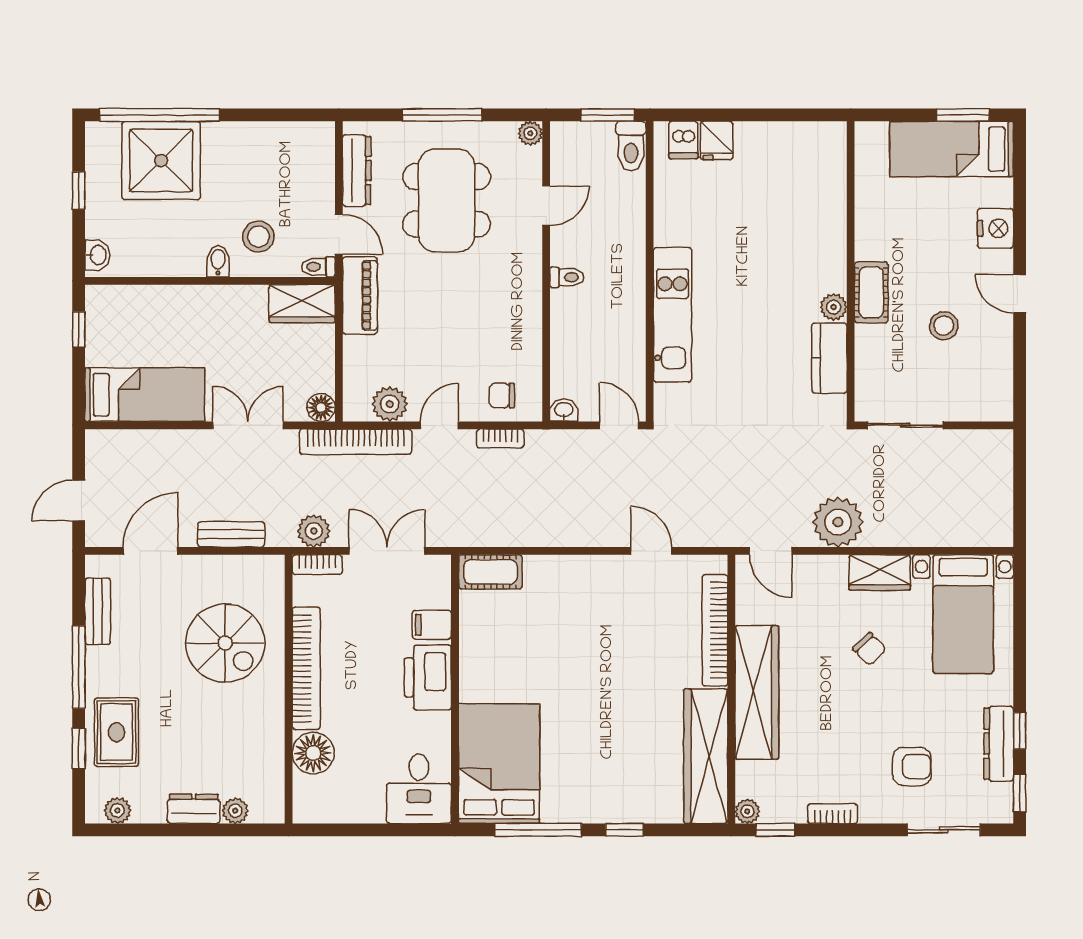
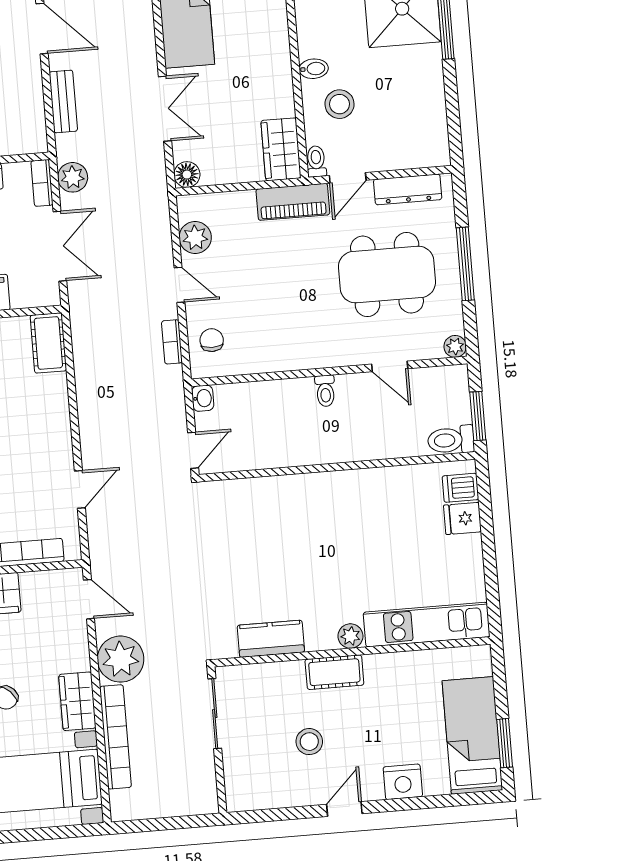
plant: (834, 307) -> (350, 636), moved
kitchen unit: (672, 315) -> (427, 625), moved, turned 180
bookcase: (356, 442) -> (115, 737), moved, turned 180
door: (771, 551) -> (89, 599), swing flipped

